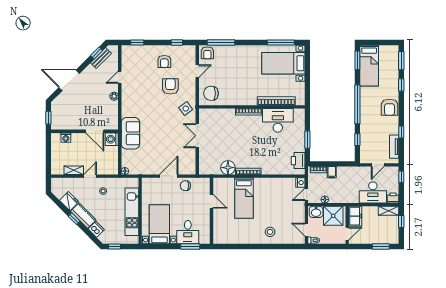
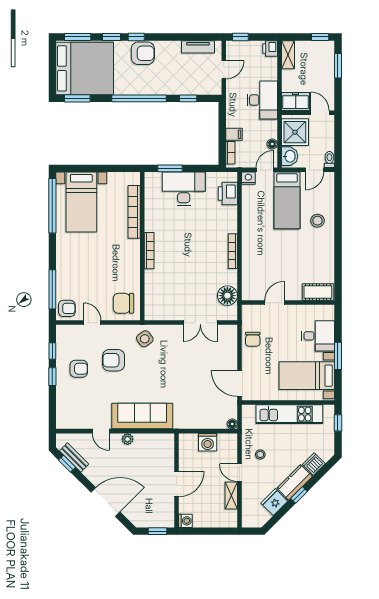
window: (137, 43) -> (52, 377), moved
window: (281, 43) -> (52, 206), width x1.46
bed: (369, 66) -> (85, 68), width x2.04
door: (69, 80) -> (105, 502), swing flipped
chair: (211, 93) -> (123, 303), turned 90
desk: (278, 120) -> (184, 189), moved, turned 90
door: (95, 131) -> (177, 484), moved
window: (401, 132) -> (136, 37), moved
sofa: (130, 133) -> (142, 416), moved, width x1.36
double door: (197, 136) -> (200, 323), moved
washing machine: (66, 138) -> (185, 521), moved
washing machine: (112, 139) -> (208, 442), moved
window: (307, 140) -> (170, 168), moved
printer: (298, 161) -> (228, 194), moved, turned 90
door: (378, 165) -> (224, 70), hinge flipped
floor lamp: (228, 168) -> (227, 296), moved
door: (169, 176) -> (239, 383), moved
desk: (373, 192) -> (262, 100), moved
door: (306, 194) -> (265, 170), swing flipped
bed: (244, 198) -> (287, 200), moved, turned 90
window: (401, 221) -> (320, 37), moved
cot: (219, 232) -> (318, 292), added
window: (114, 246) -> (338, 423), moved
window: (190, 246) -> (338, 356), moved

